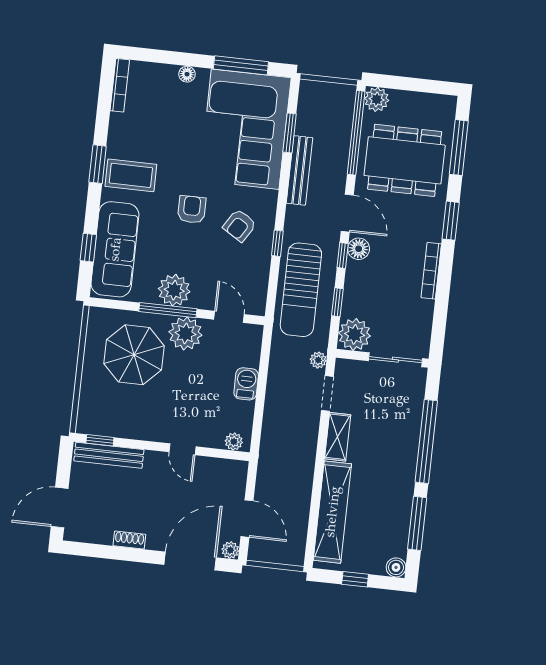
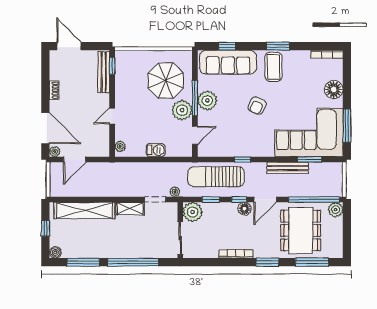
floor lamp: (187, 74) -> (334, 90), width x1.89, depth x1.89
armchair: (192, 209) -> (257, 106), turned 115
armchair: (240, 225) -> (251, 136), removed

